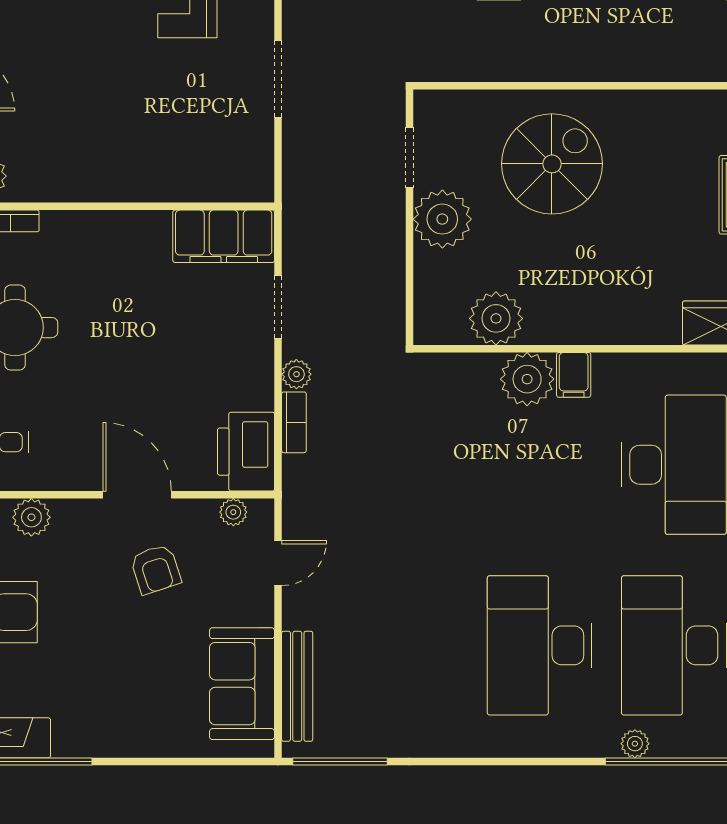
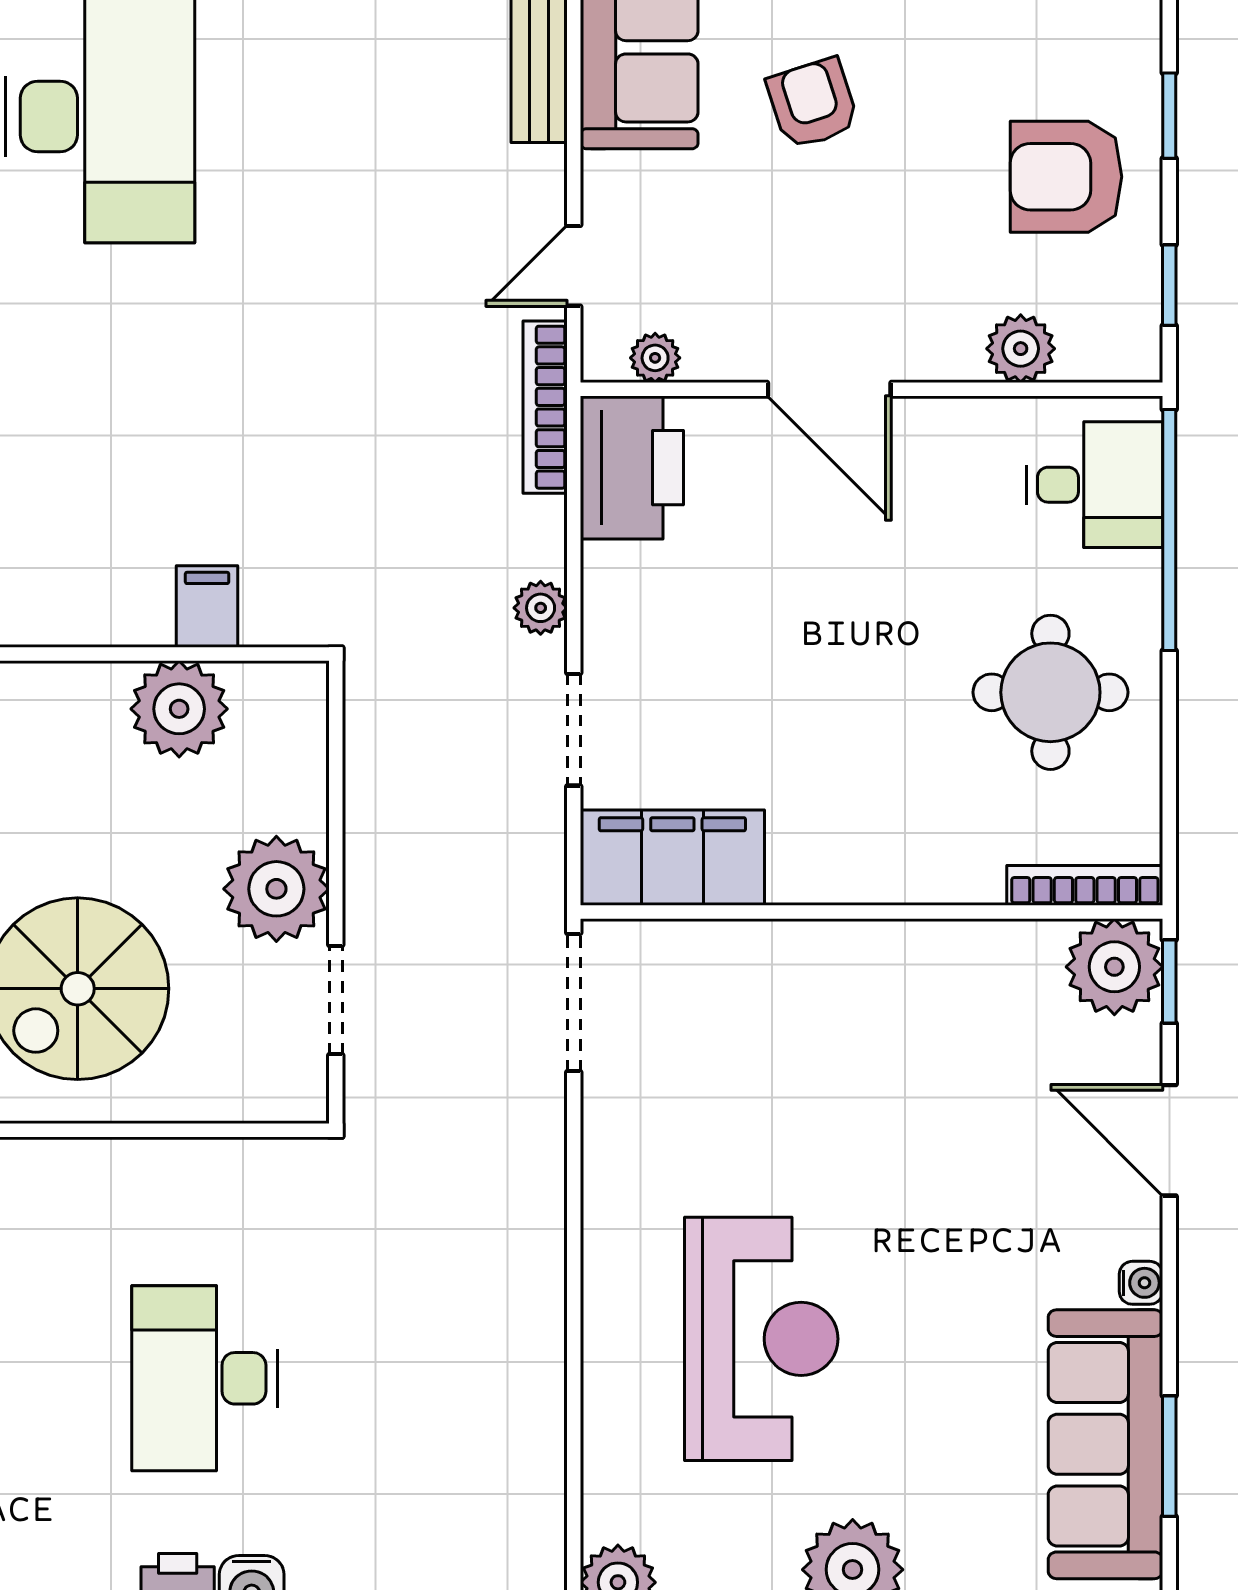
doorway: (278, 79) -> (574, 1002), moved
filing cabinet: (574, 375) -> (207, 606), moved
plant: (527, 379) -> (123, 599), removed
bookcase: (294, 422) -> (545, 407), moved, width x1.56
armchair: (156, 569) -> (813, 103), moved

